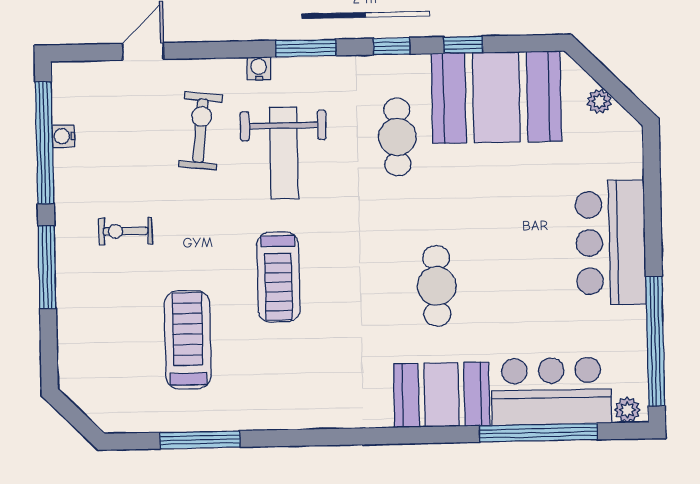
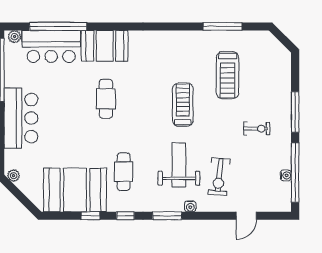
plant: (599, 101) -> (14, 176), moved

